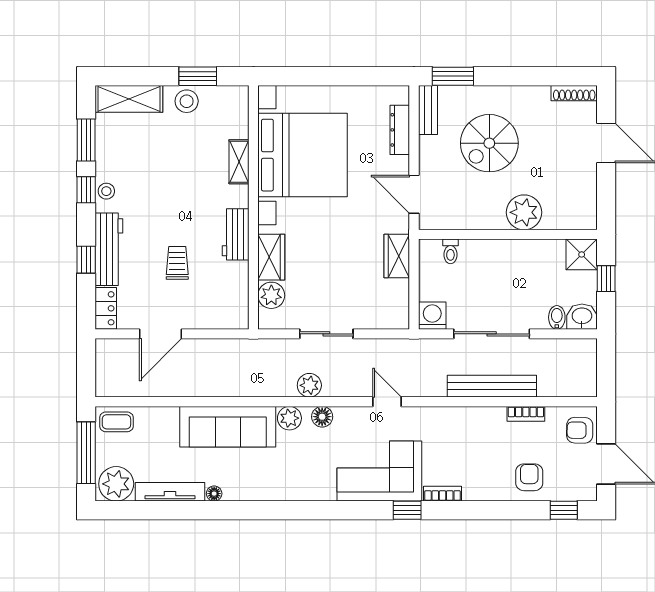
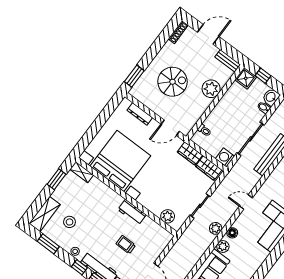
stool: (187, 101) -> (70, 222), moved
bench: (428, 110) -> (228, 61), moved
spiral stairs: (489, 143) -> (172, 82), turned -90
shelving: (239, 162) -> (82, 172), moved
window: (86, 190) -> (79, 267), moved
wardrobe: (271, 257) -> (209, 168), moved, turned 180

